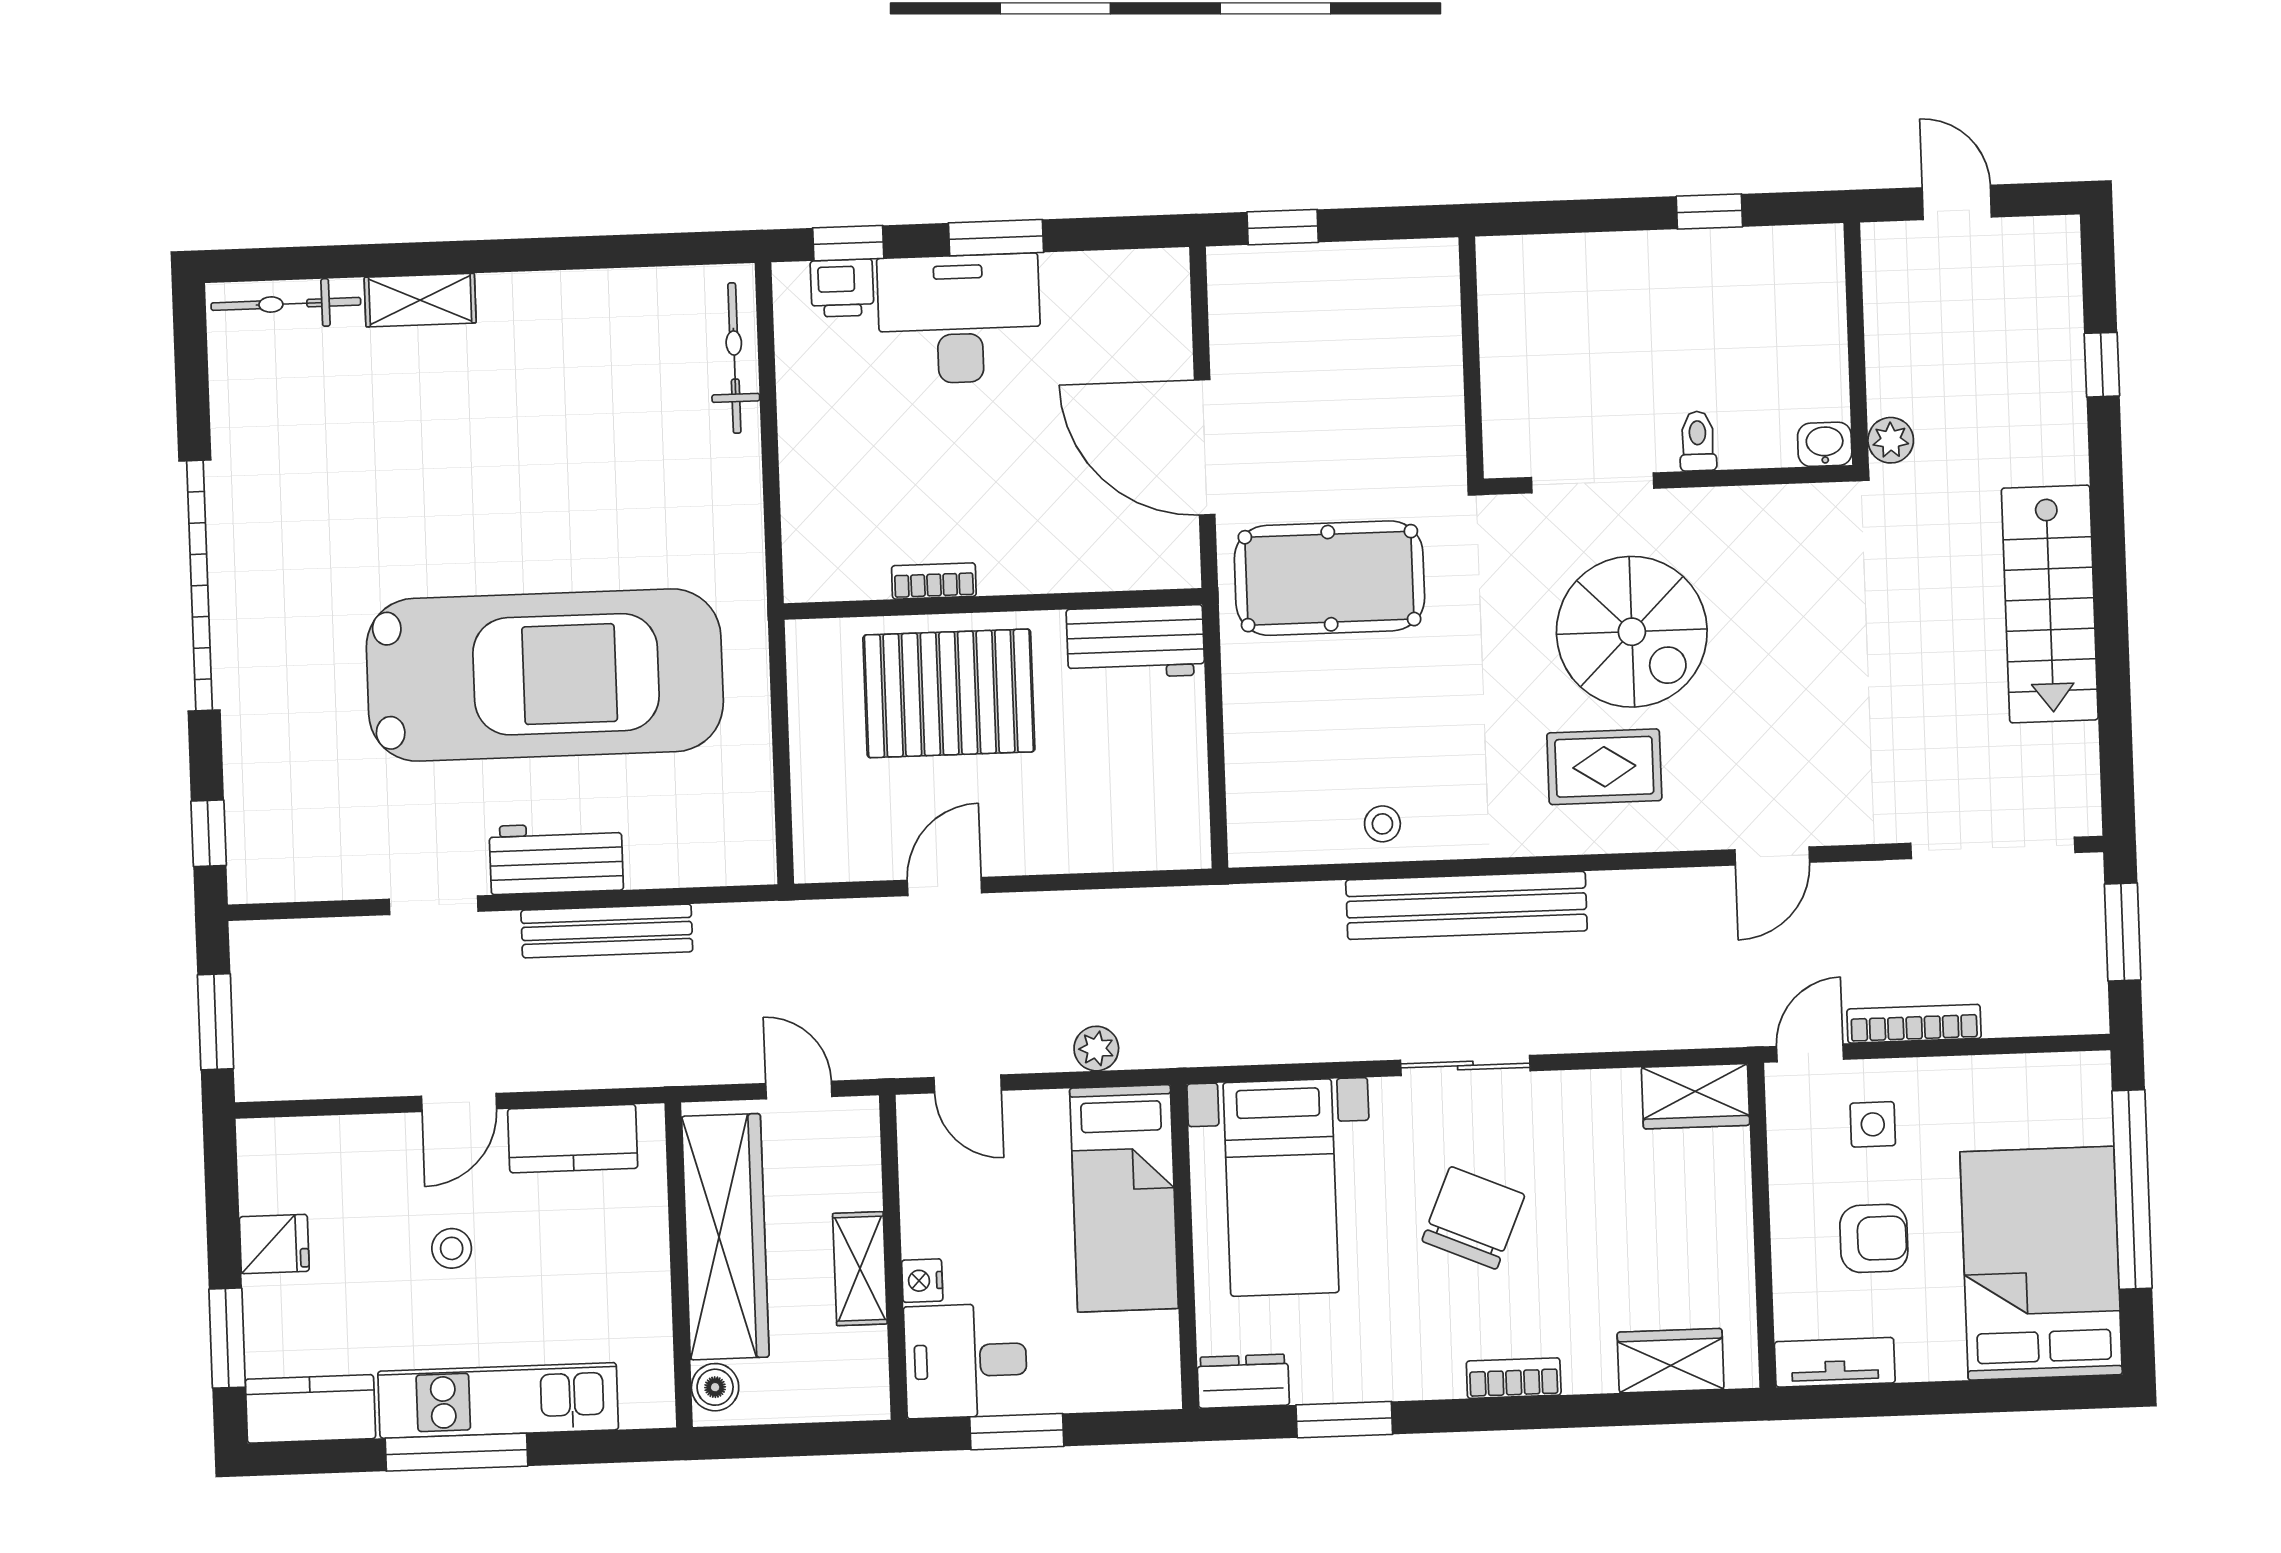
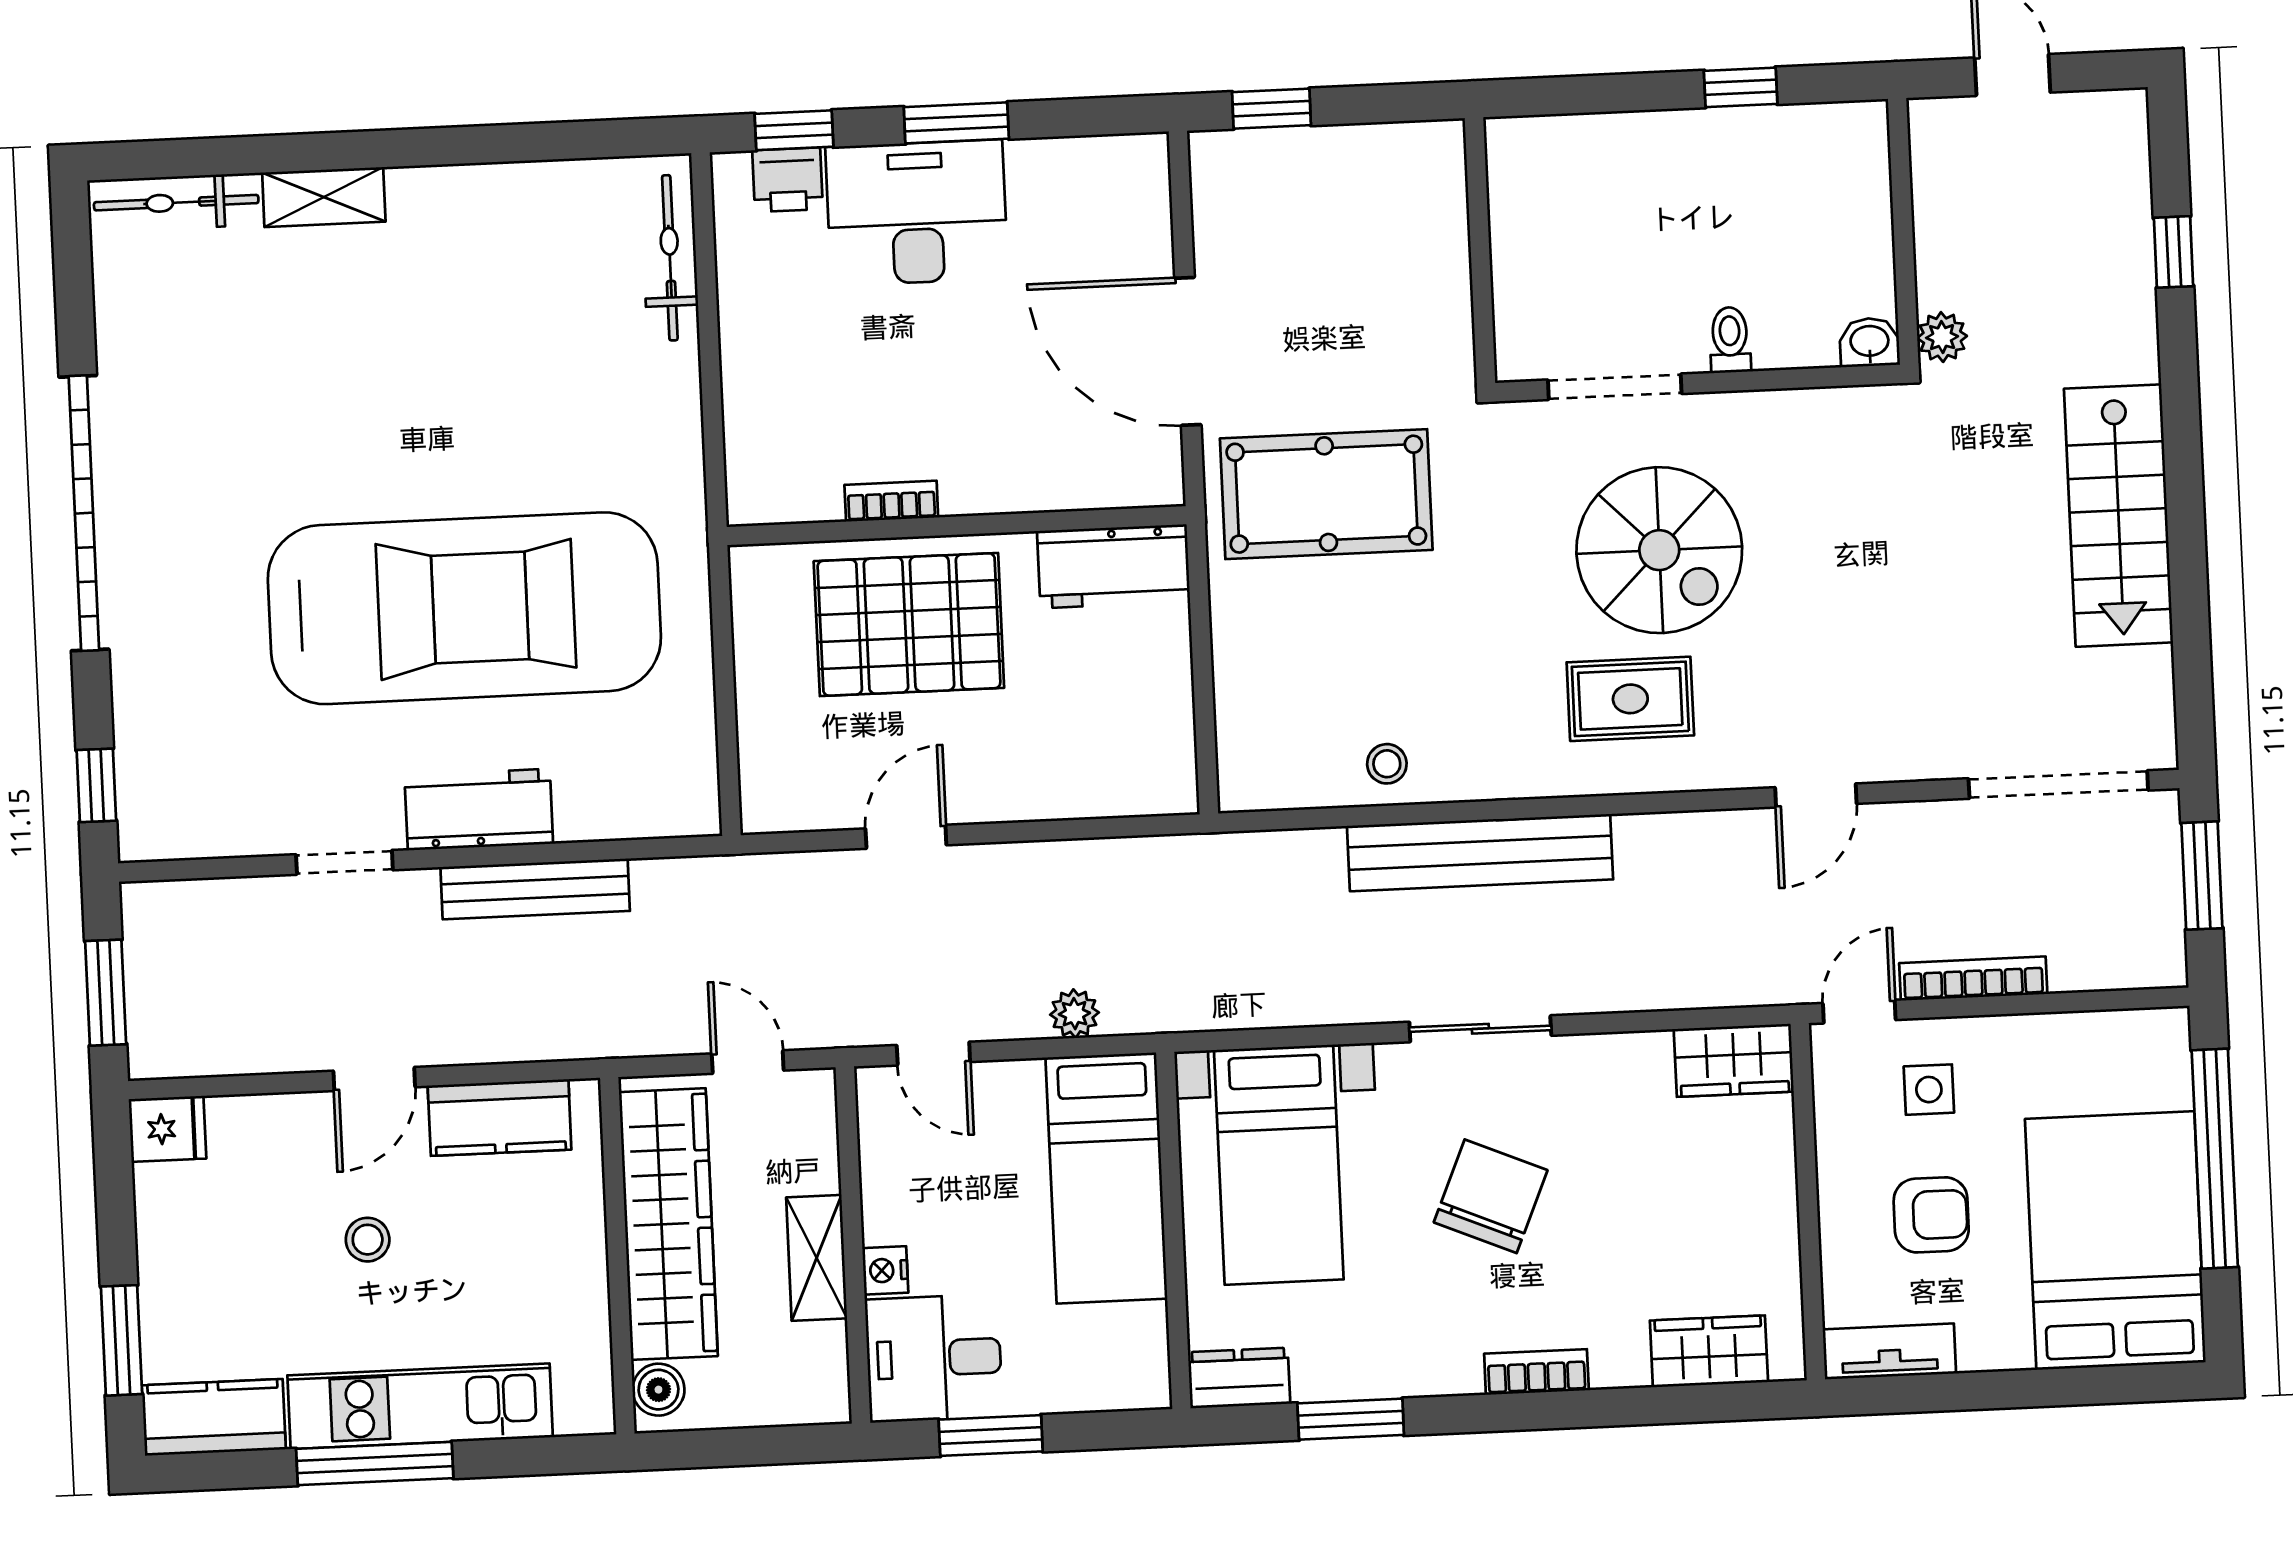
fridge: (274, 1244) -> (168, 1129), moved

